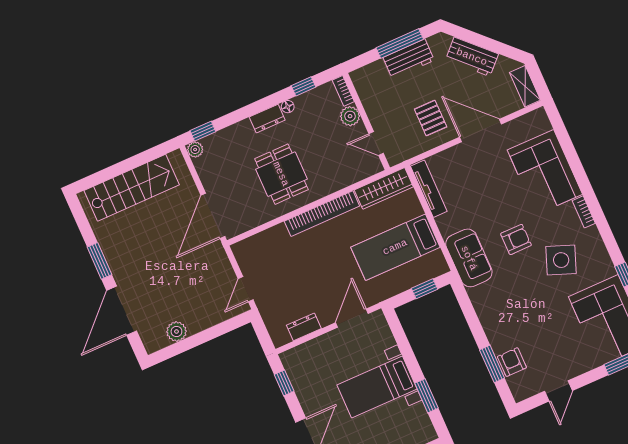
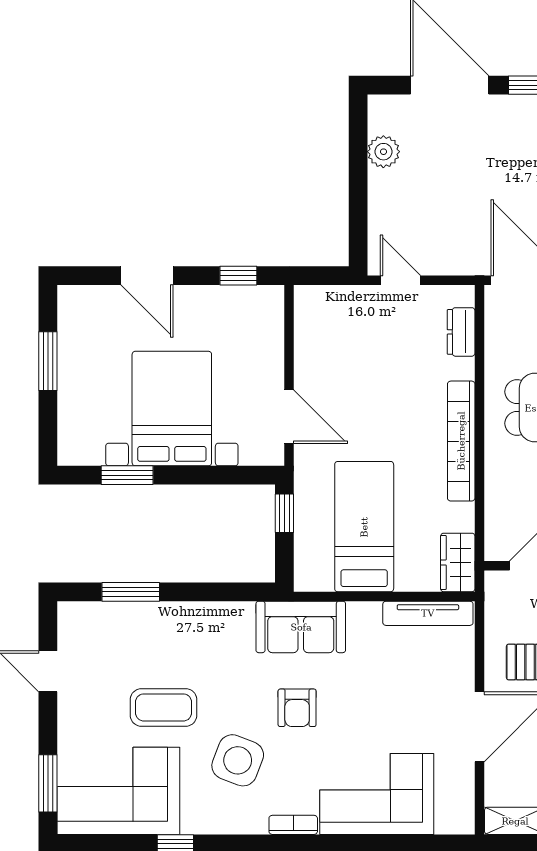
wardrobe: (384, 188) -> (458, 562), width x0.67
window: (425, 289) -> (284, 513), moved
coffee table: (550, 316) -> (164, 707), added
dresser: (304, 327) -> (461, 332), moved, turned 180
armchair: (512, 362) -> (120, 622), removed
bed with nightstands: (377, 387) -> (172, 409), width x1.36

